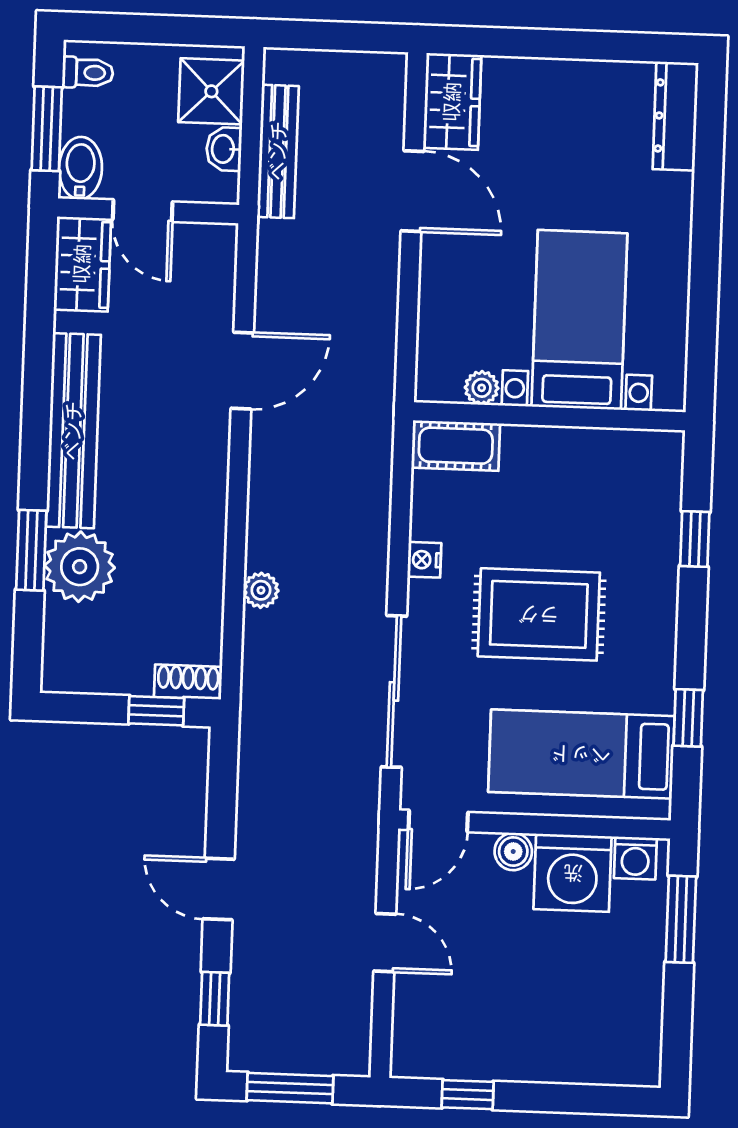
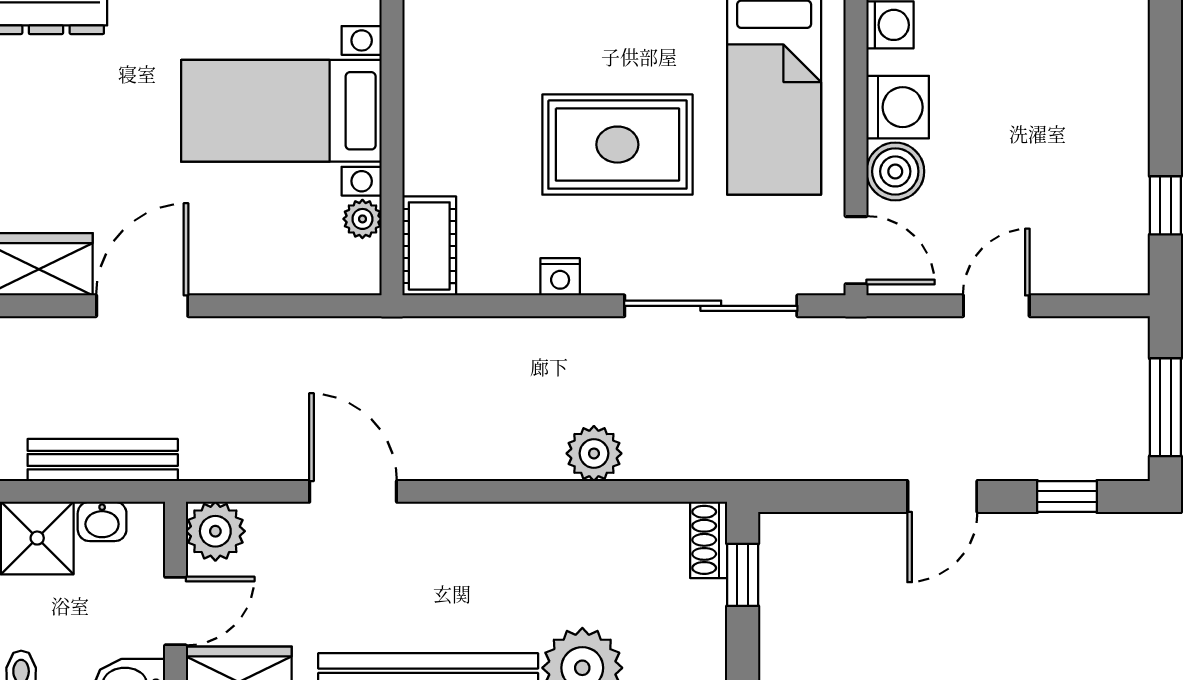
plant: (212, 248) -> (215, 531), added
plant: (261, 590) -> (594, 453), width x1.38, depth x1.38
rug: (539, 614) -> (617, 145), turned 90
boiler: (513, 852) -> (895, 171), width x1.36, depth x1.36
washing machine: (573, 873) -> (898, 107), width x0.73, depth x0.73

